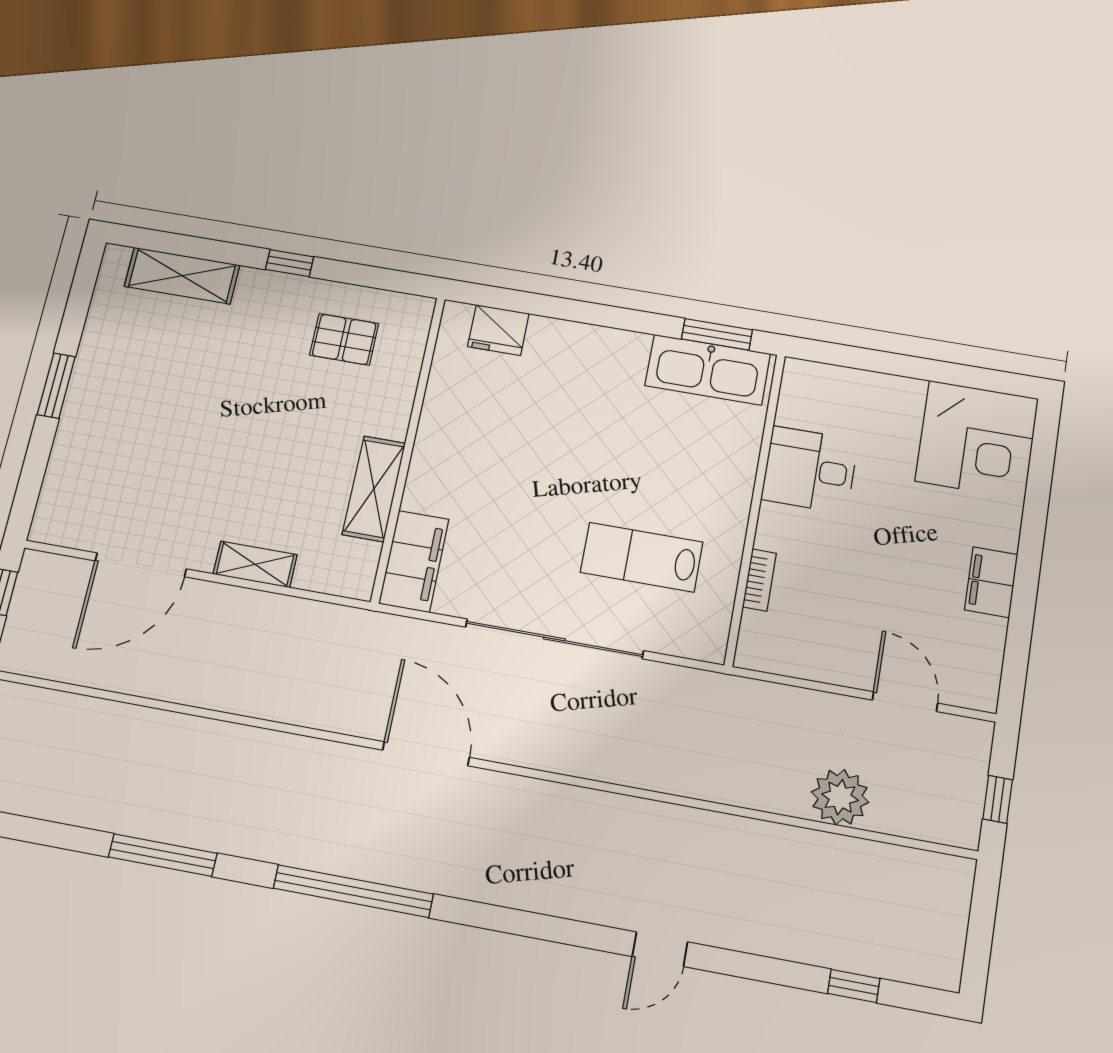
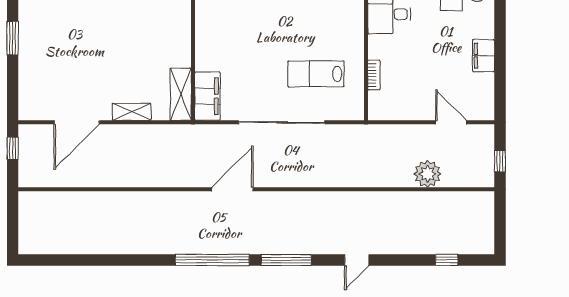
shelving: (374, 489) -> (181, 94), moved
door: (426, 754) -> (232, 189), hinge flipped
window: (163, 855) -> (286, 260), moved

